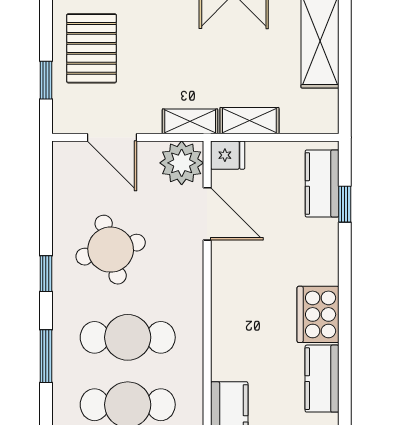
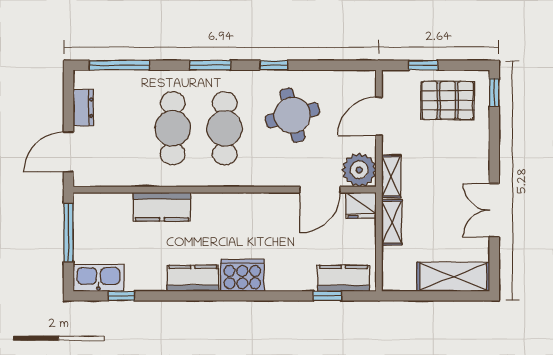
fridge: (228, 155) -> (361, 205), width x1.38

